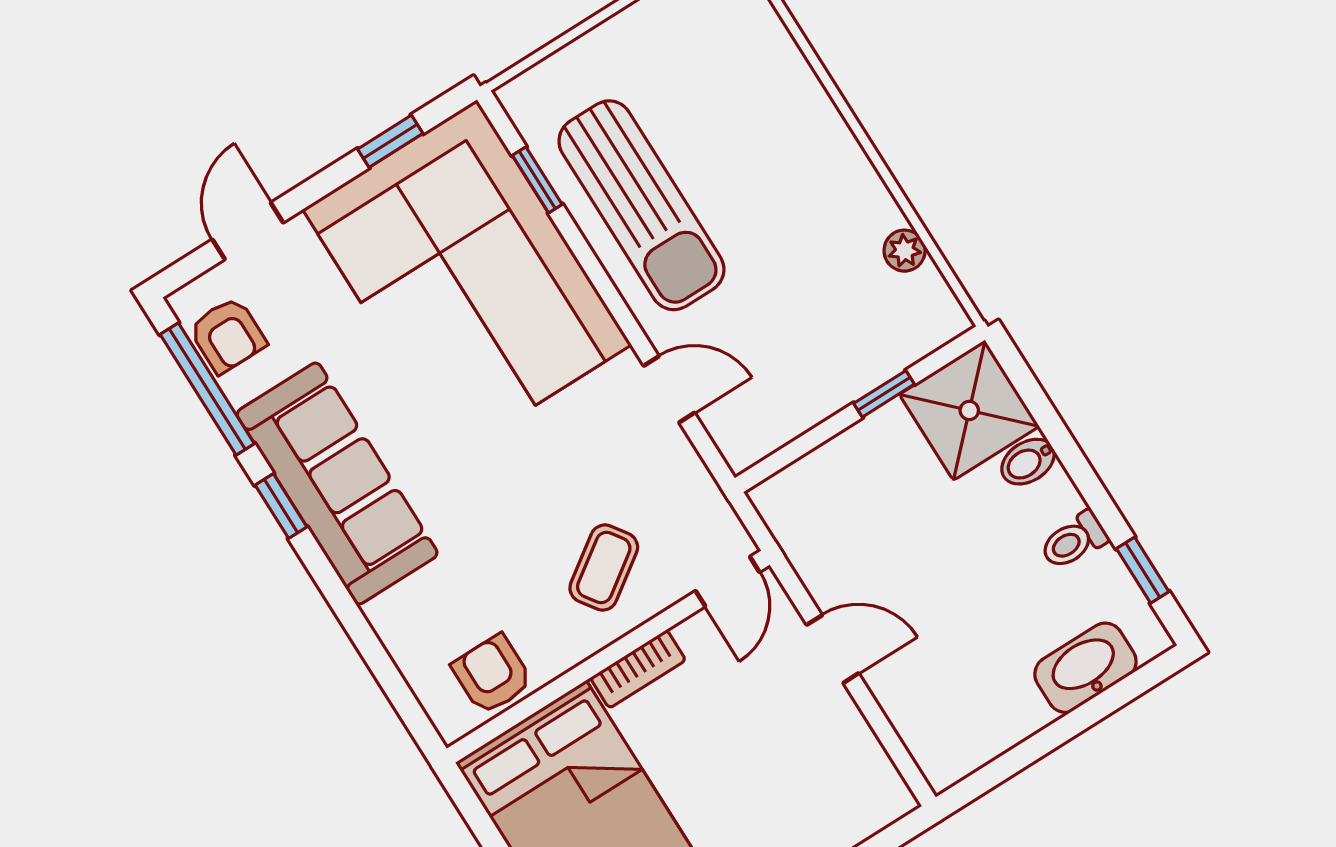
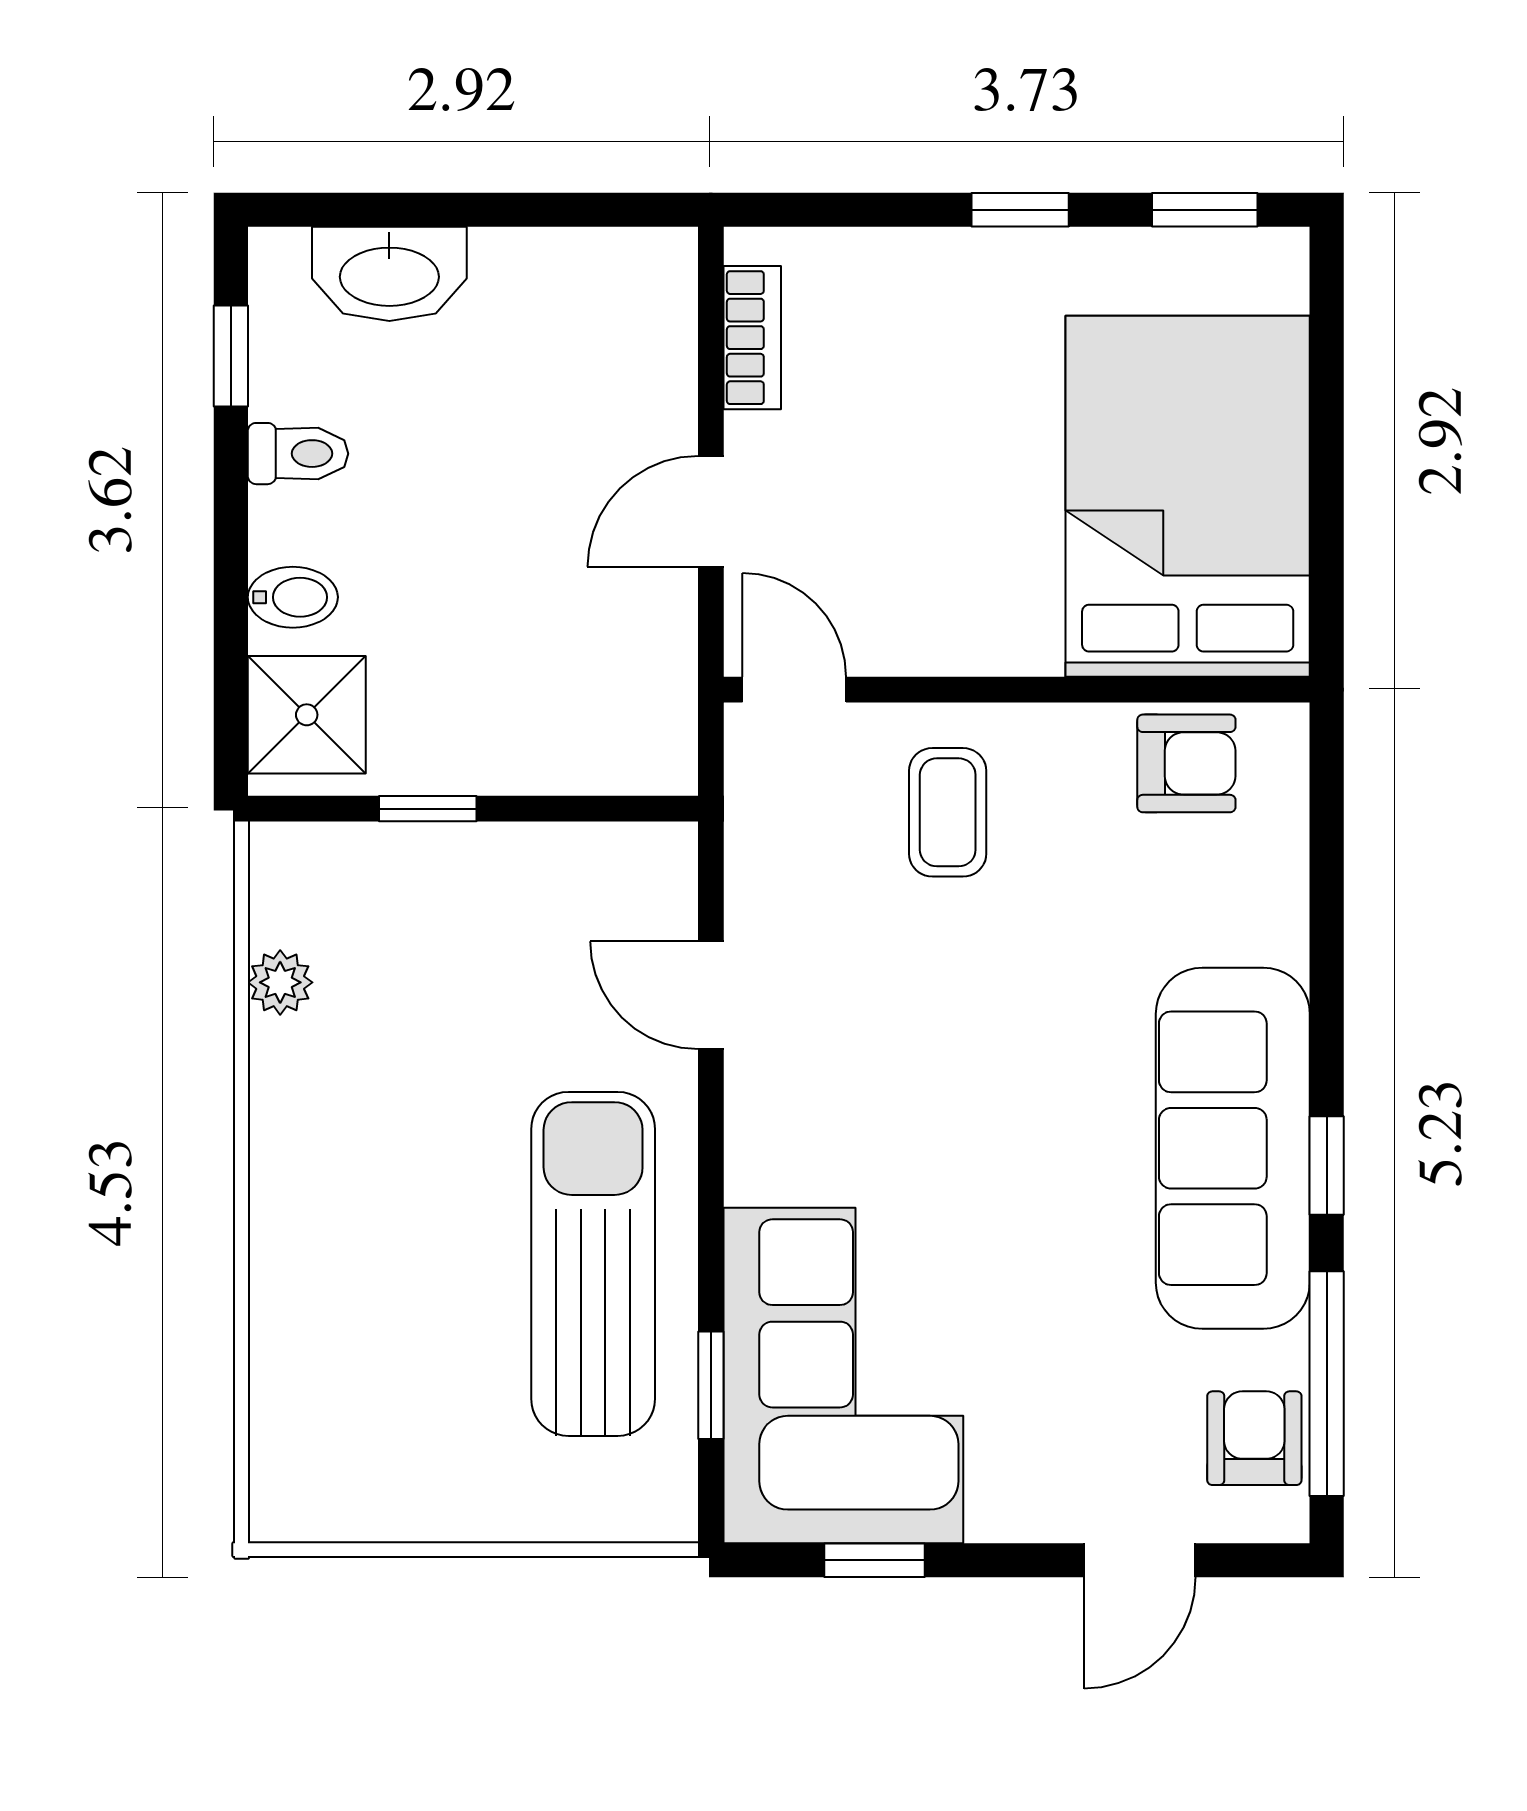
corner sofa: (467, 277) -> (843, 1375), width x0.73, depth x0.74
shower: (969, 410) -> (307, 715), width x0.73, depth x0.73
coffee table: (604, 568) -> (948, 812), turned -55
door: (728, 582) -> (794, 690), hinge flipped
door: (833, 649) -> (711, 511), hinge flipped
bookcase: (638, 669) -> (752, 338), moved, turned 90
armchair: (492, 674) -> (1186, 763), turned -90

